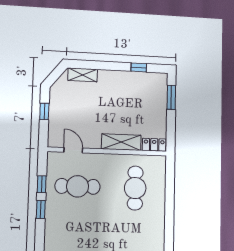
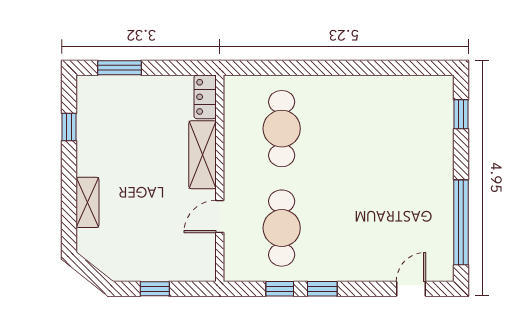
shelving: (83, 75) -> (87, 202), moved
door: (73, 150) -> (220, 216), moved
cafe table: (135, 188) -> (282, 129), turned 90

